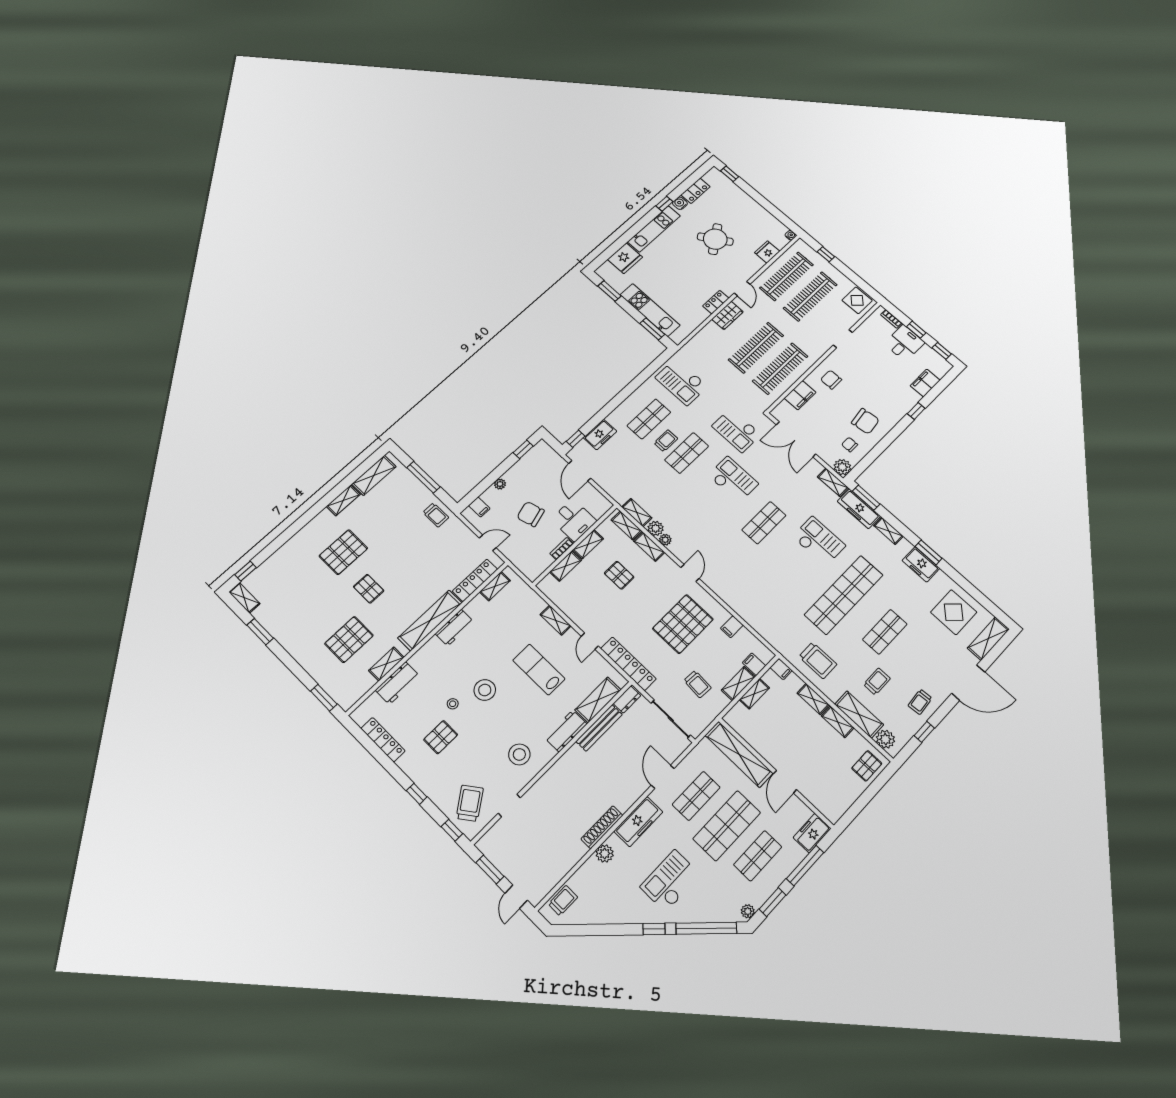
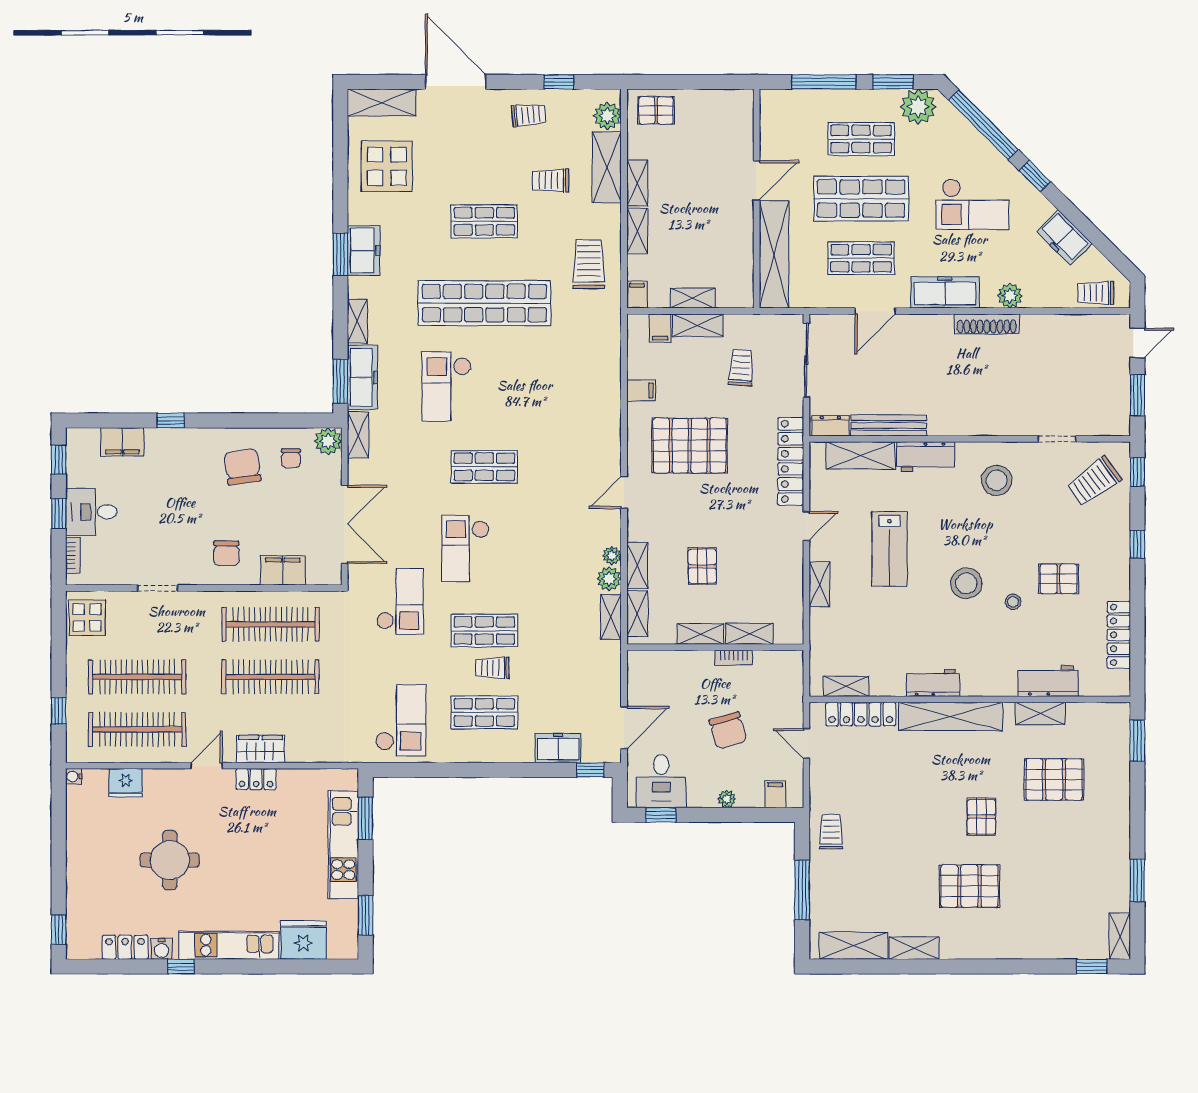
round table: (715, 239) -> (170, 860), turned 34
desk: (574, 520) -> (661, 781), moved, turned 180
freezer: (812, 833) -> (1064, 237), moved, turned 45
plant: (748, 911) -> (918, 107), width x1.87, depth x1.87

